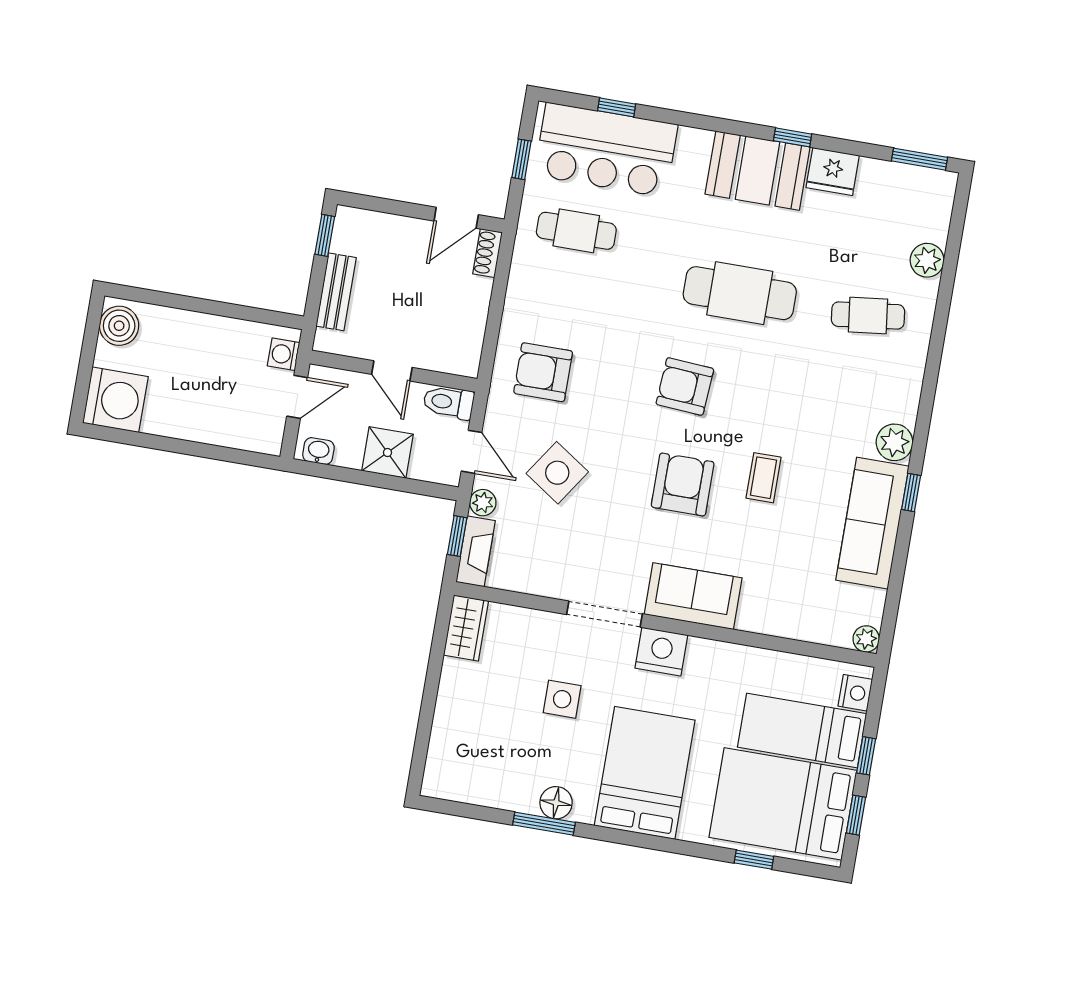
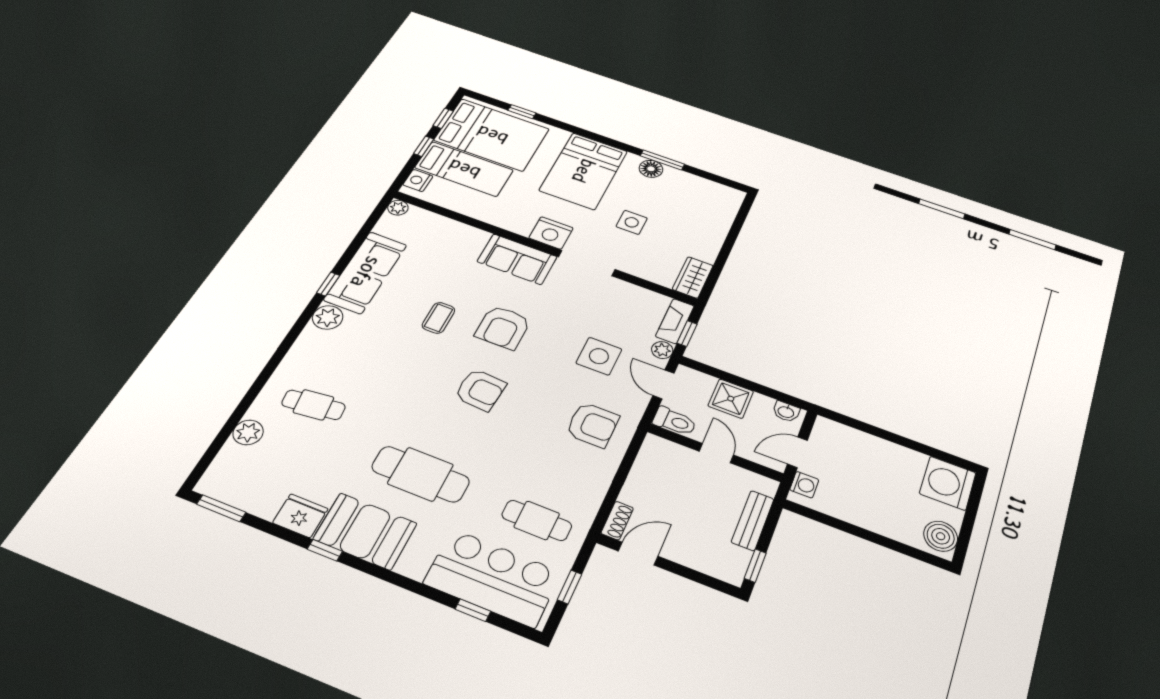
cafe table: (740, 293) -> (421, 474), moved
side table: (557, 473) -> (599, 356), turned -34

